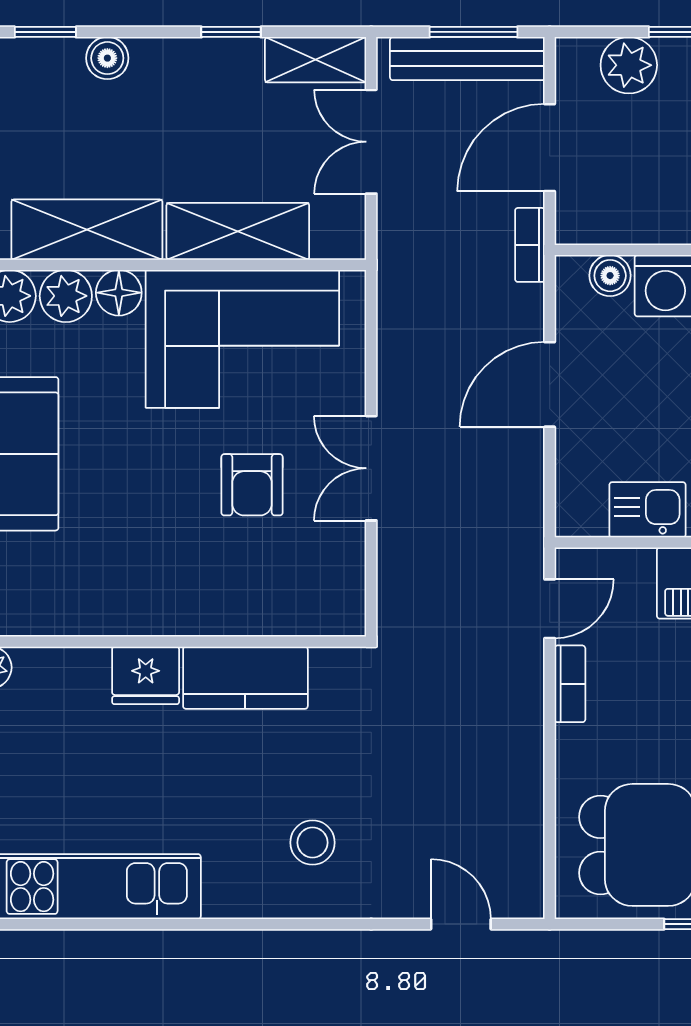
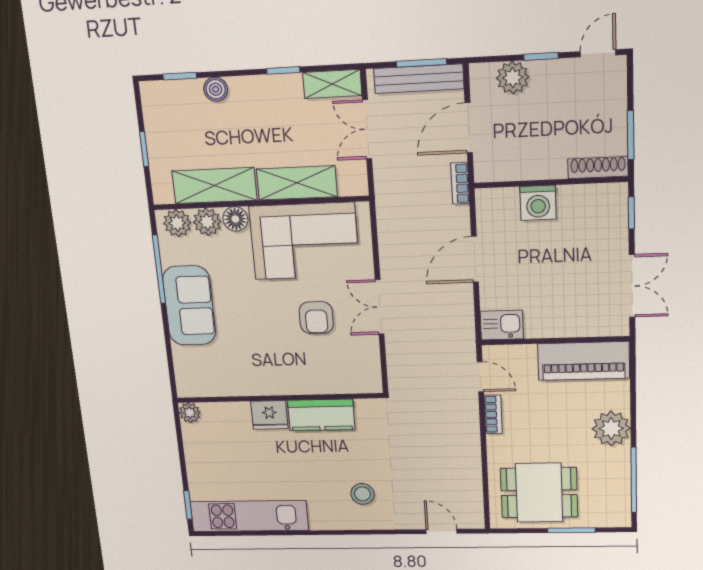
boiler: (610, 276) -> (506, 198), removed
kitchen sink: (647, 510) -> (502, 325), moved
door: (550, 609) -> (480, 377), hinge flipped

